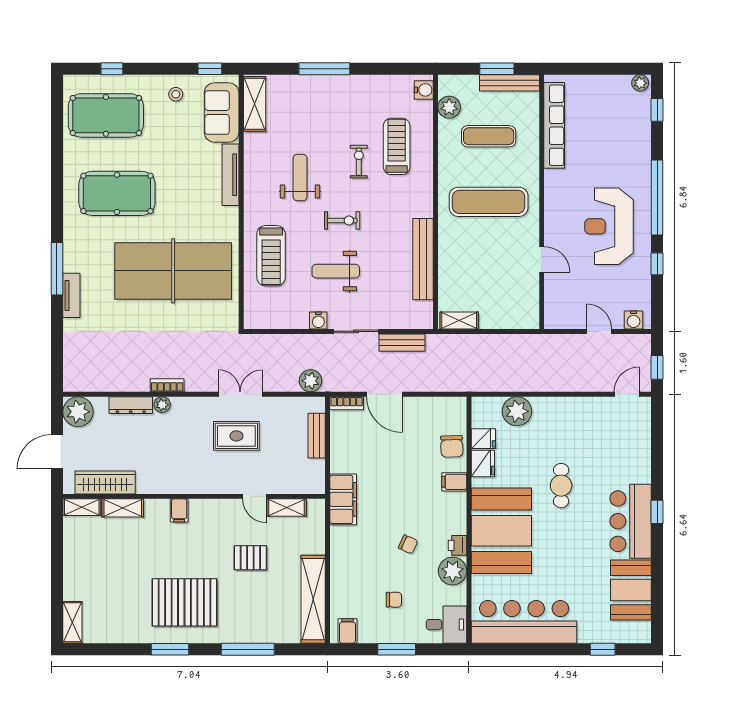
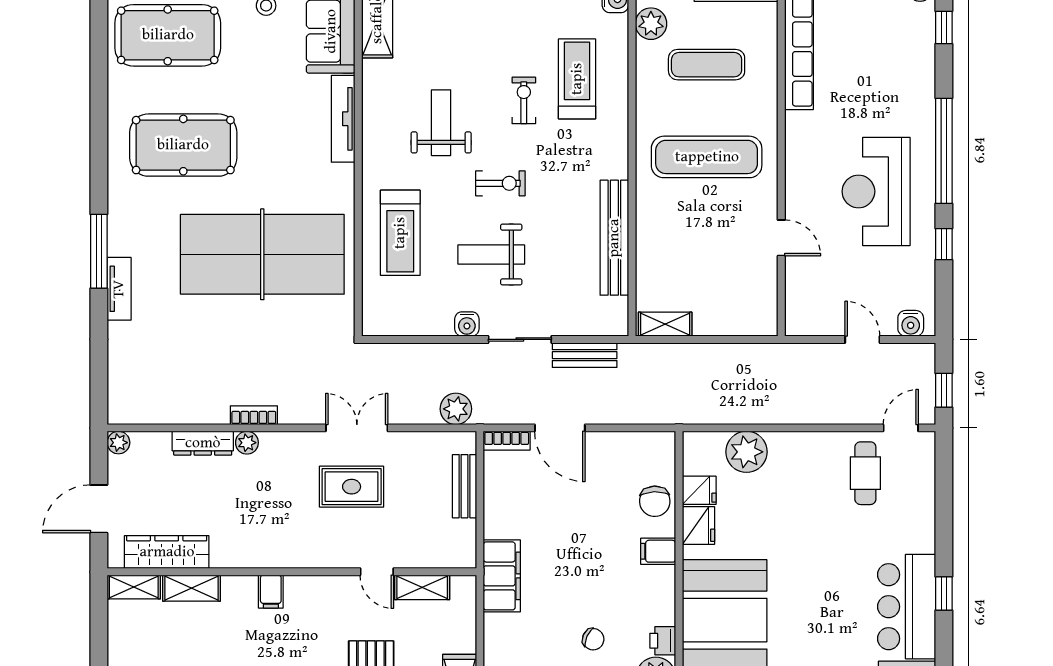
plant: (78, 412) -> (118, 443), width x0.53, depth x0.53
cafe table: (561, 486) -> (865, 473), moved

